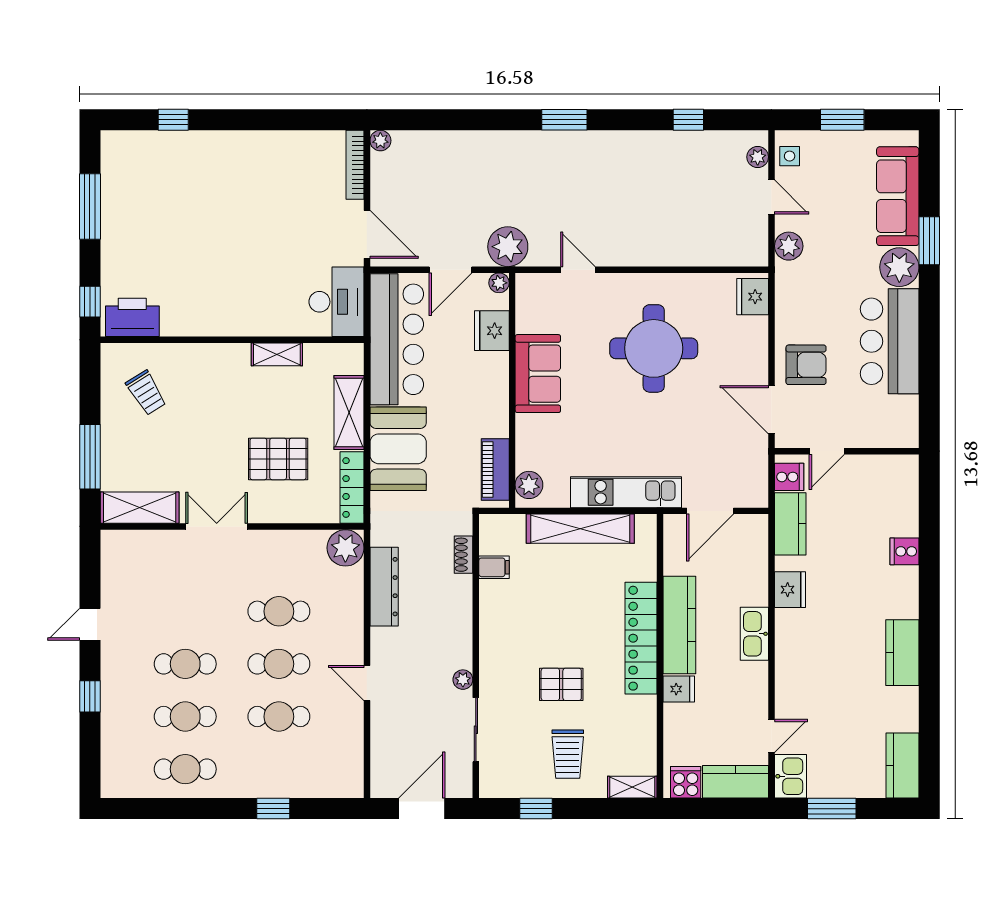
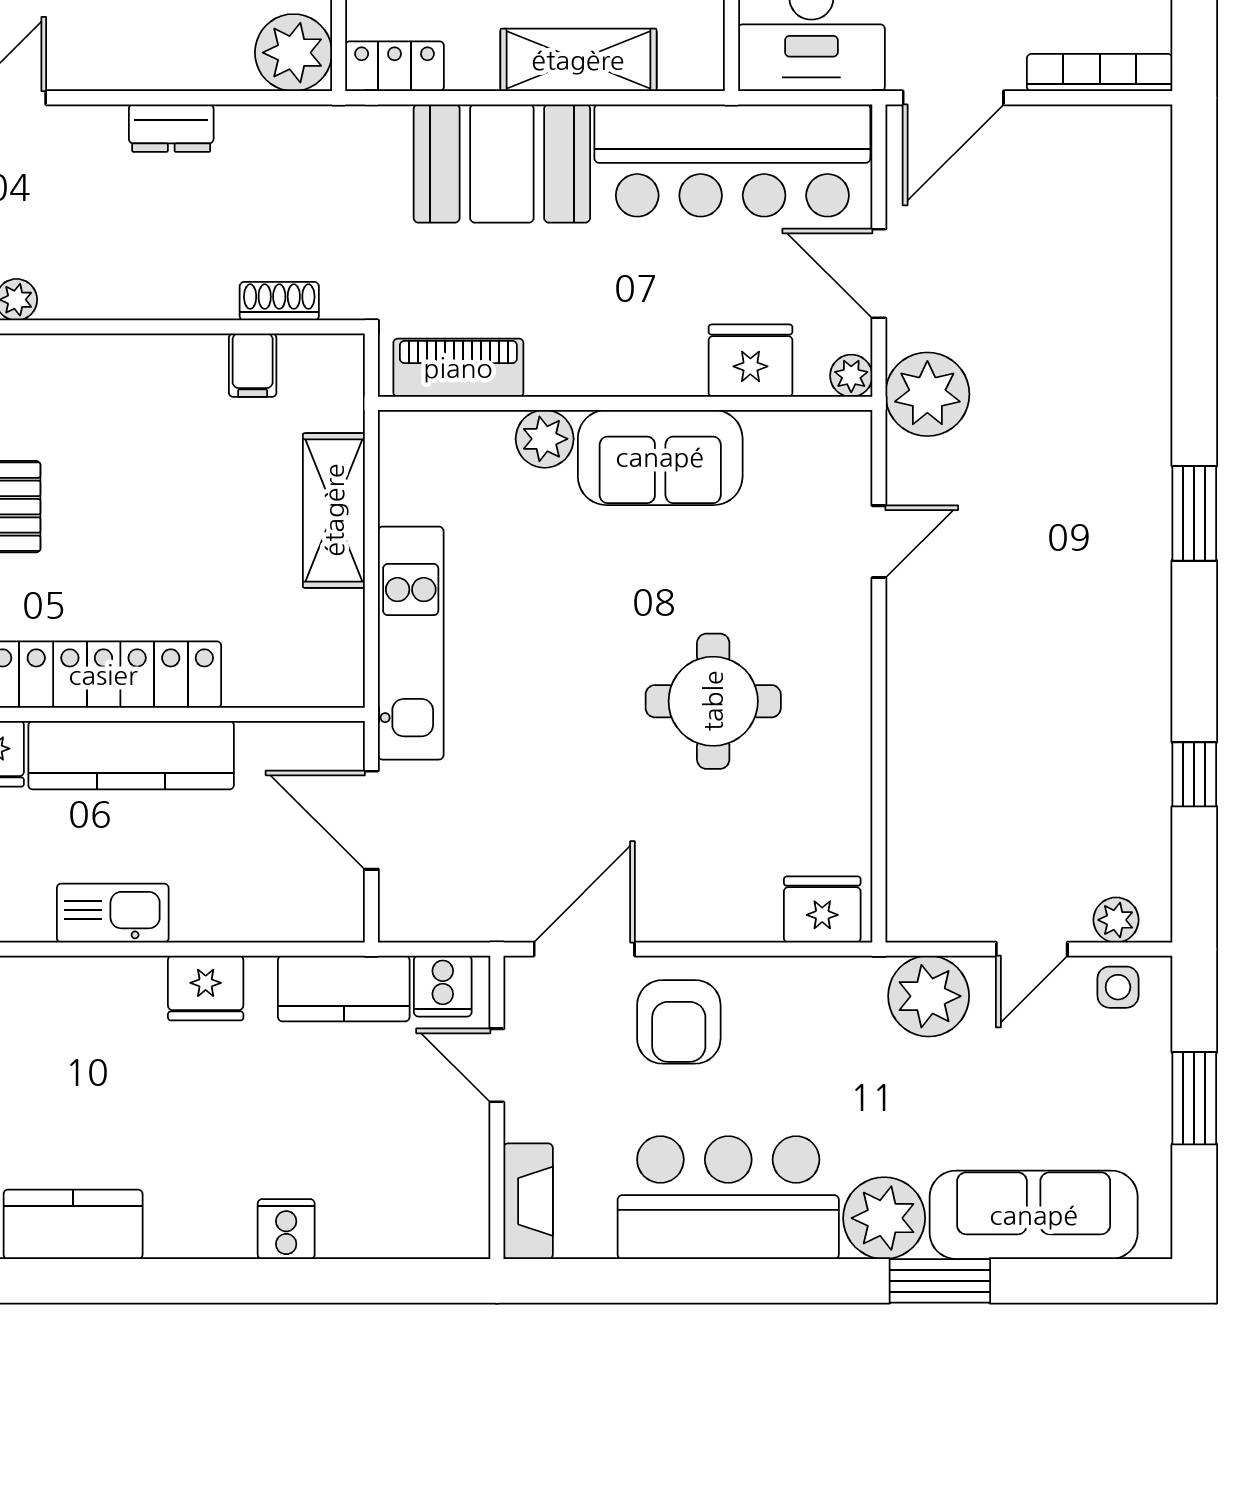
plant: (380, 141) -> (1151, 126), removed
plant: (789, 246) -> (929, 996), width x1.36, depth x1.36
round table: (654, 348) -> (713, 701), width x0.73, depth x0.73
fireplace: (891, 436) -> (528, 1201), added
plant: (529, 485) -> (545, 439), moved
locker: (352, 488) -> (395, 66), width x0.66
shelving: (580, 529) -> (334, 510), width x0.68
dresser: (384, 587) -> (171, 128), width x0.51, depth x0.80

